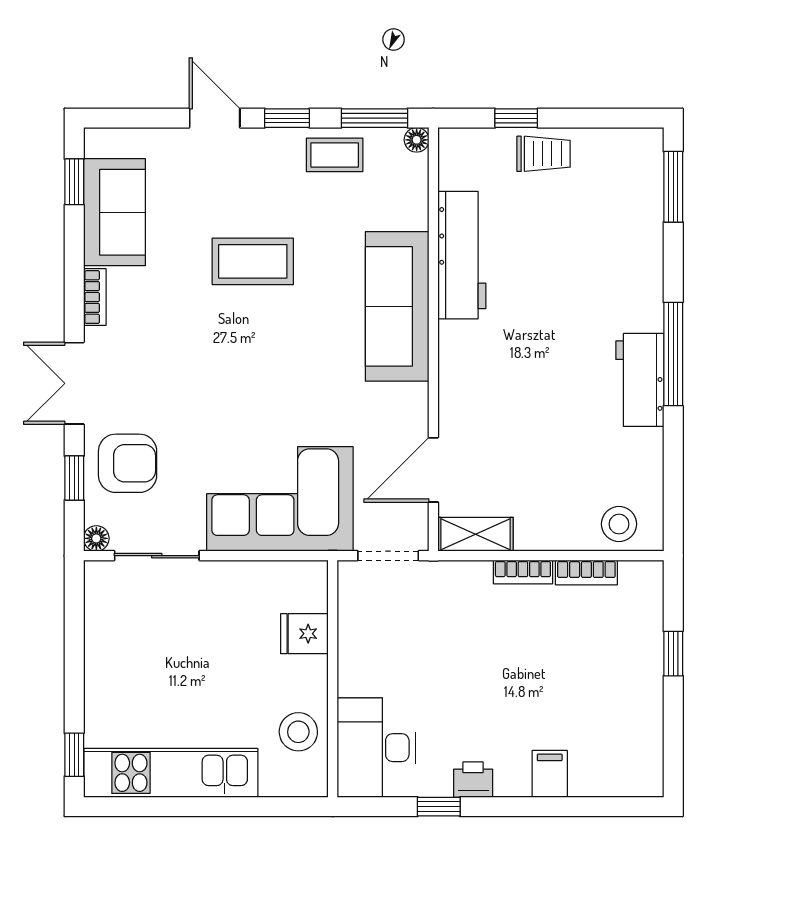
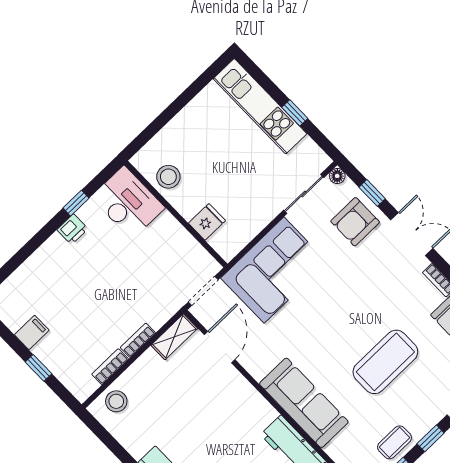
coffee table: (253, 261) -> (385, 362), width x1.36, depth x1.32
window: (74, 755) -> (295, 113), moved
kitchen unit: (171, 773) -> (260, 106), moved, turned 90
filing cabinet: (550, 774) -> (32, 332), moved, turned -90

